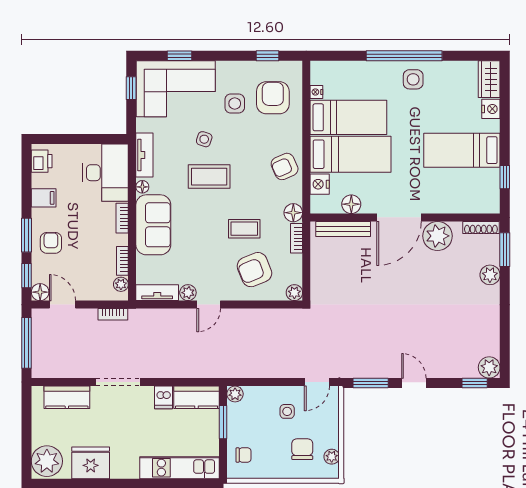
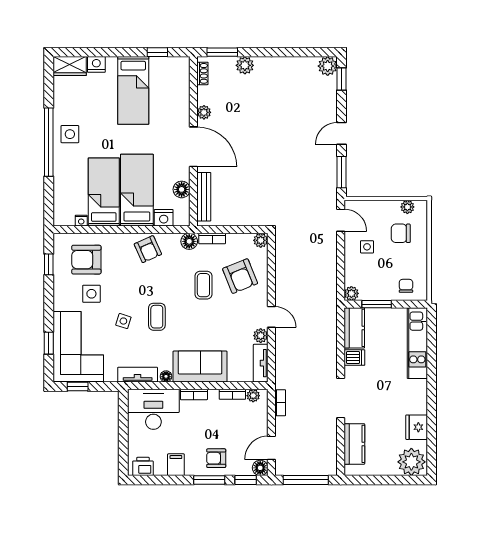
coffee table: (209, 177) -> (157, 317), width x0.73, depth x0.77
shoe rack: (481, 228) -> (202, 73), width x0.70
plant: (438, 236) -> (204, 112), width x0.53, depth x0.53
fridge: (91, 463) -> (417, 427), width x0.73, depth x0.75

